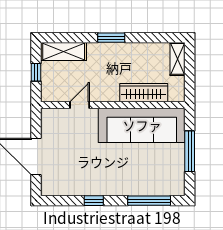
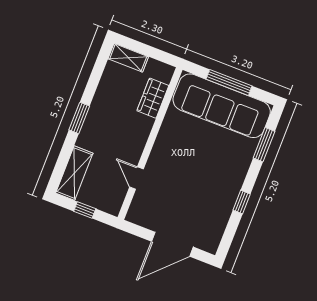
wardrobe: (144, 93) -> (153, 98), width x0.67
sofa: (142, 125) -> (222, 106), moved, turned 90
window: (149, 201) -> (264, 145), width x0.69

